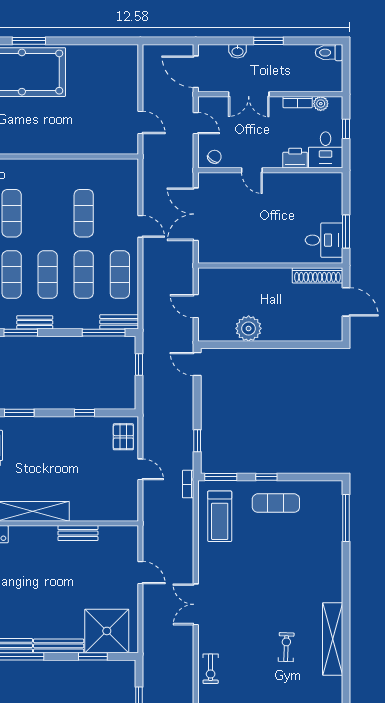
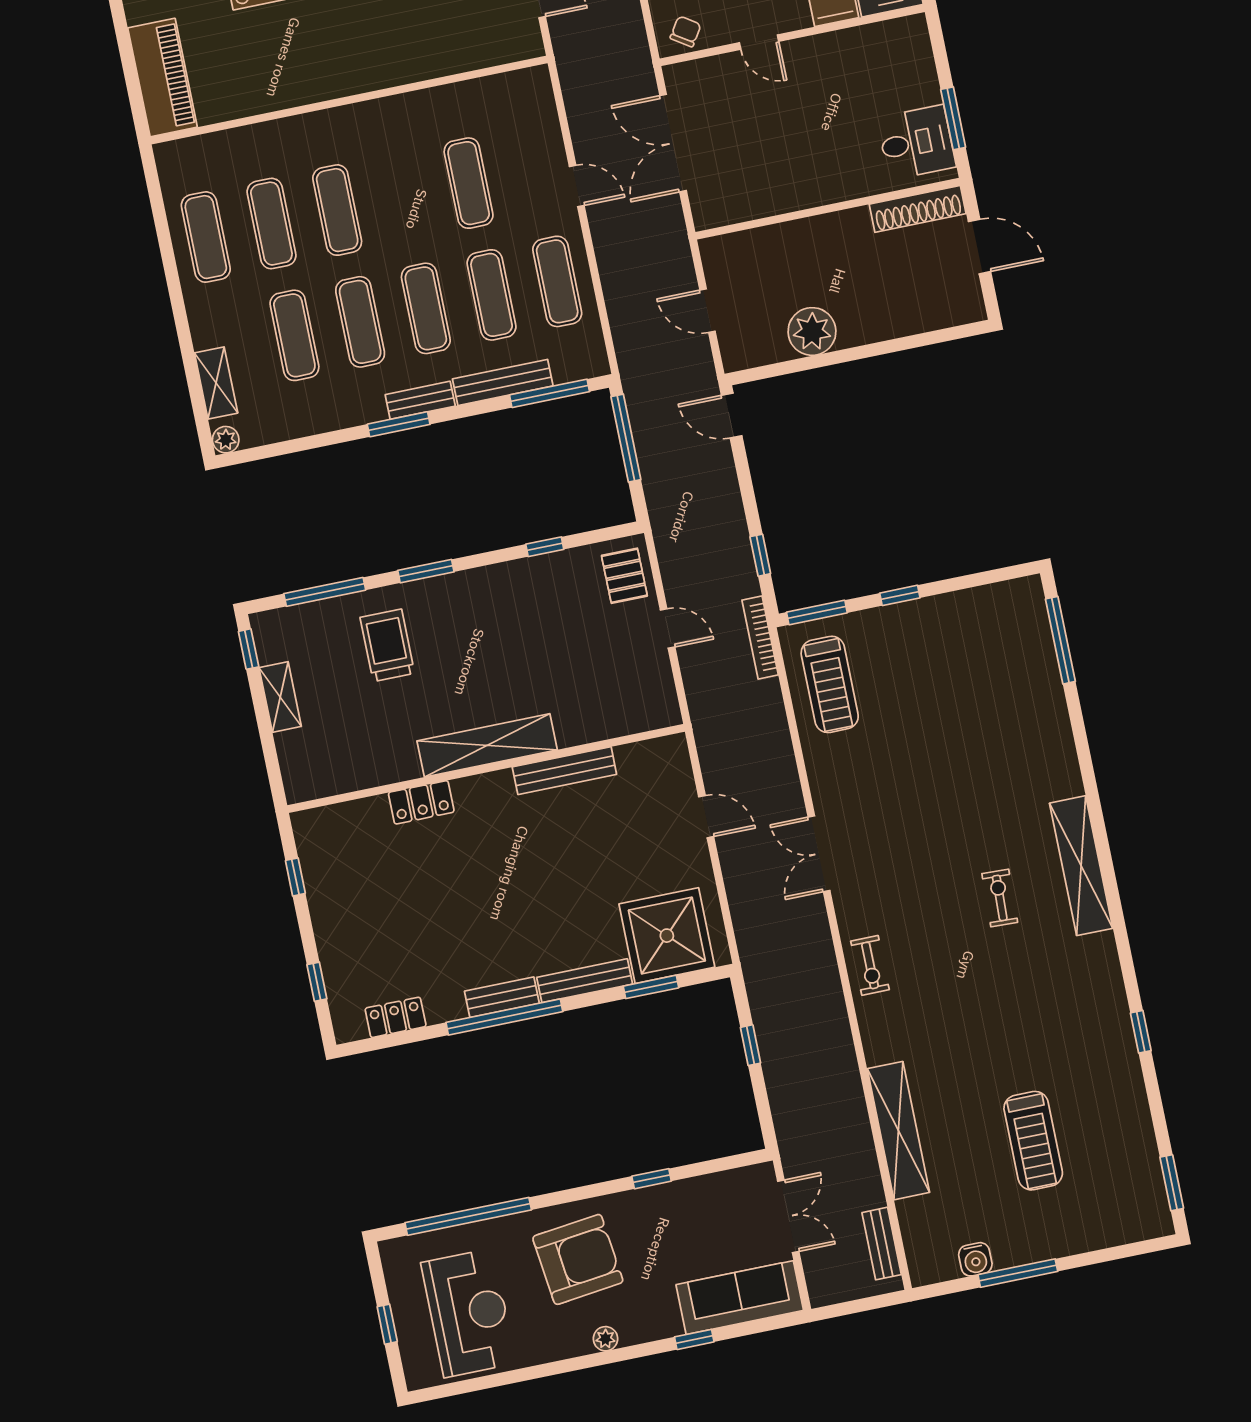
bench: (119, 322) -> (503, 382), moved, width x1.36
window: (139, 364) -> (626, 438), width x2.17
bookcase: (188, 484) -> (760, 638), width x1.56
exercise mat: (276, 503) -> (927, 639), removed
bench: (78, 533) -> (564, 771), width x1.36

